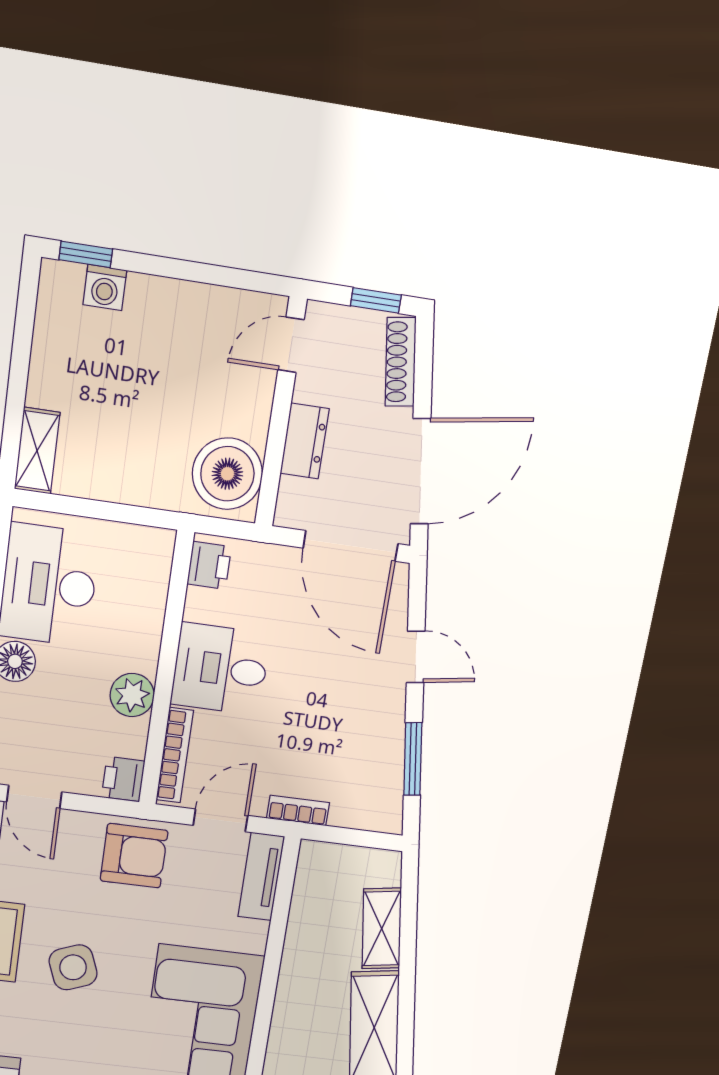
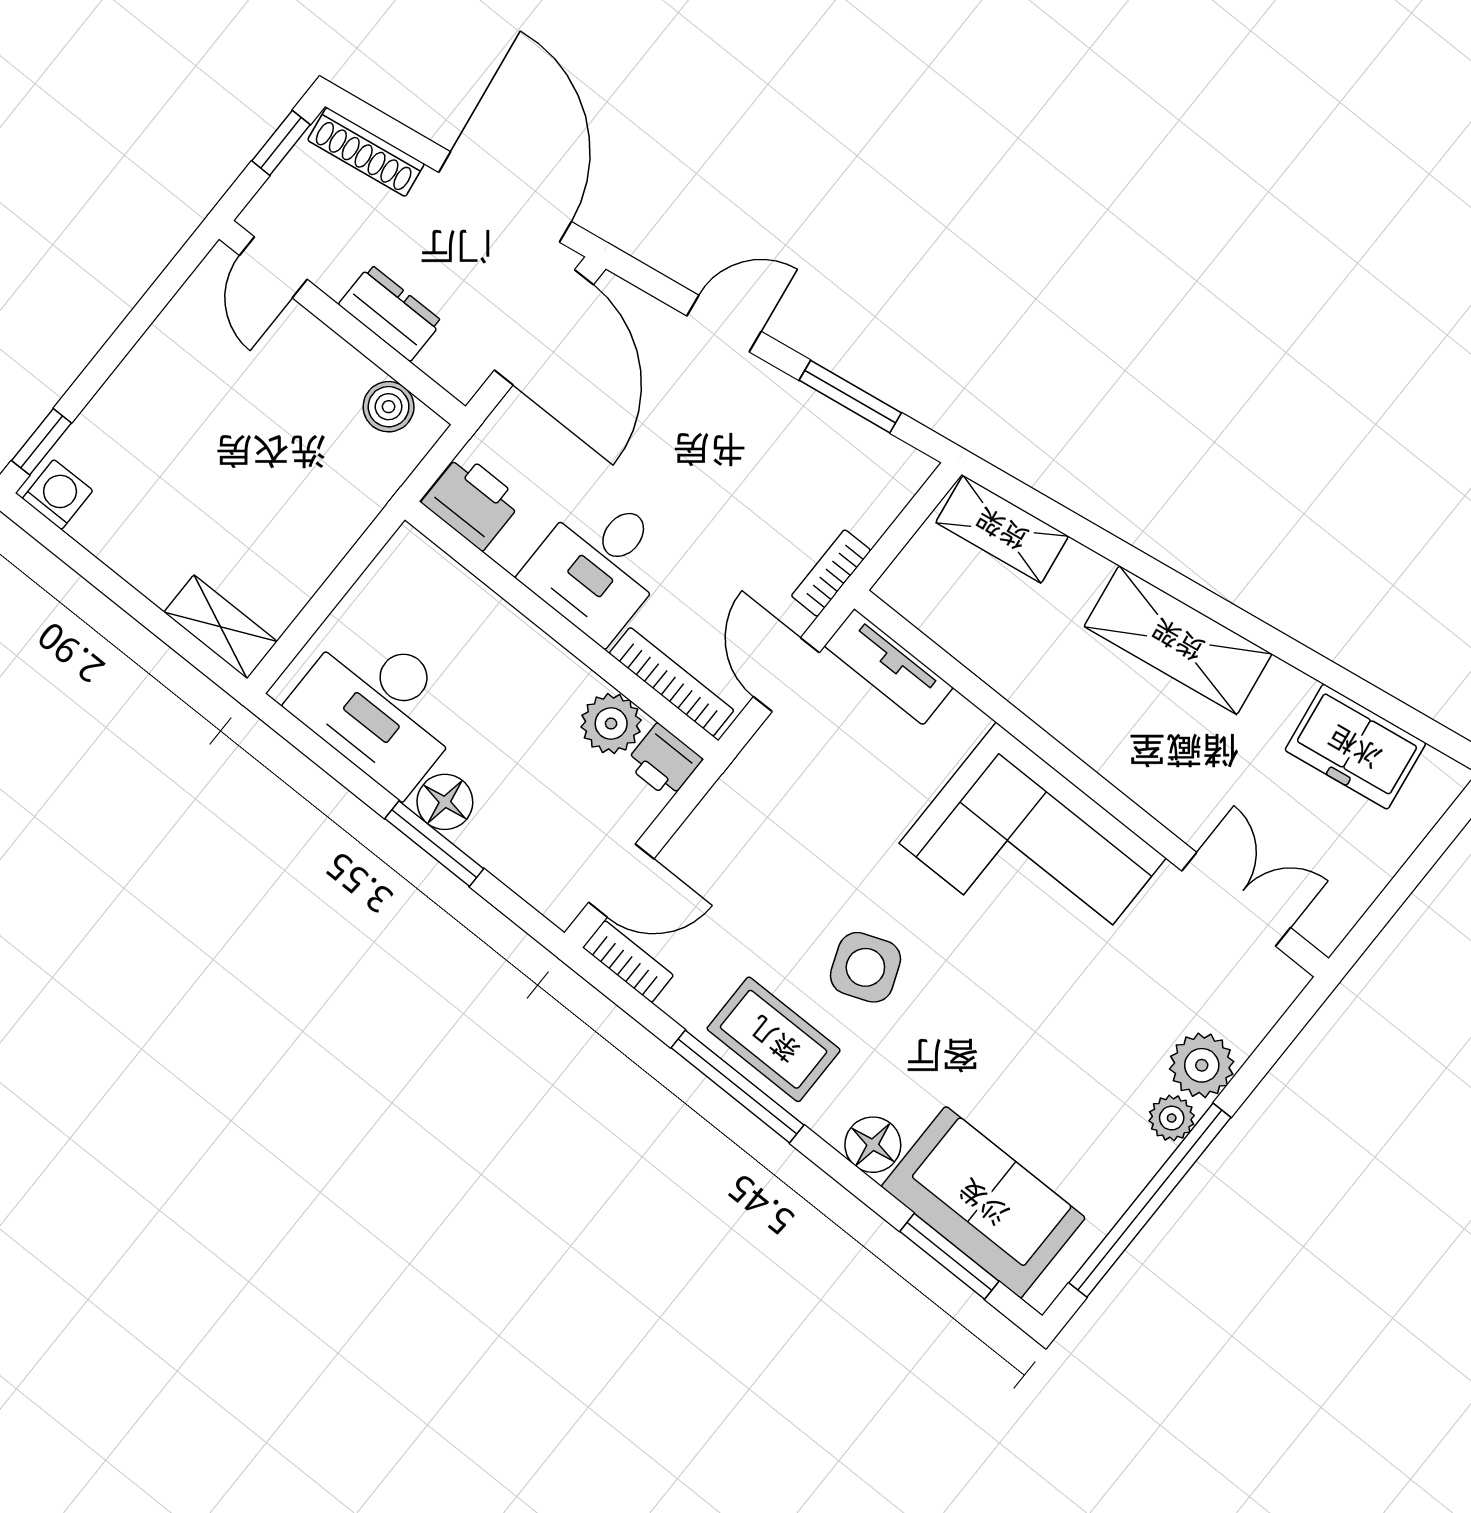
washing machine: (105, 287) -> (57, 495), moved, turned -90
boiler: (227, 474) -> (389, 407), width x0.54, depth x0.54
door: (351, 546) -> (544, 327), hinge flipped
printer: (209, 565) -> (472, 502), width x1.36, depth x1.24
plant: (132, 695) -> (611, 724), moved
armchair: (134, 856) -> (767, 806), removed
shelving: (382, 929) -> (1002, 529), moved

